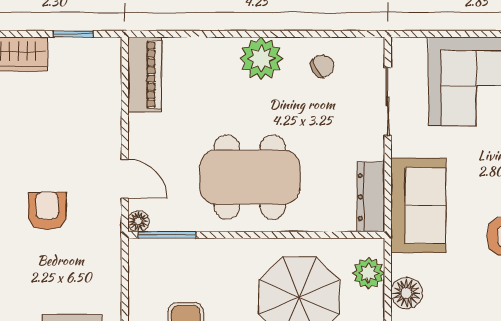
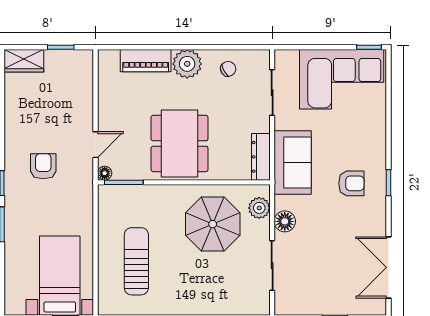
piano: (145, 75) -> (146, 61), moved, turned 90
dining table: (250, 177) -> (180, 143), turned 90
door: (125, 179) -> (95, 145), hinge flipped

